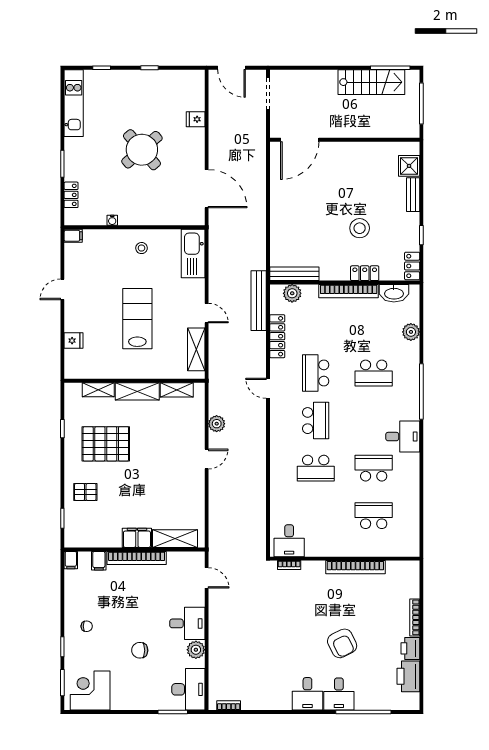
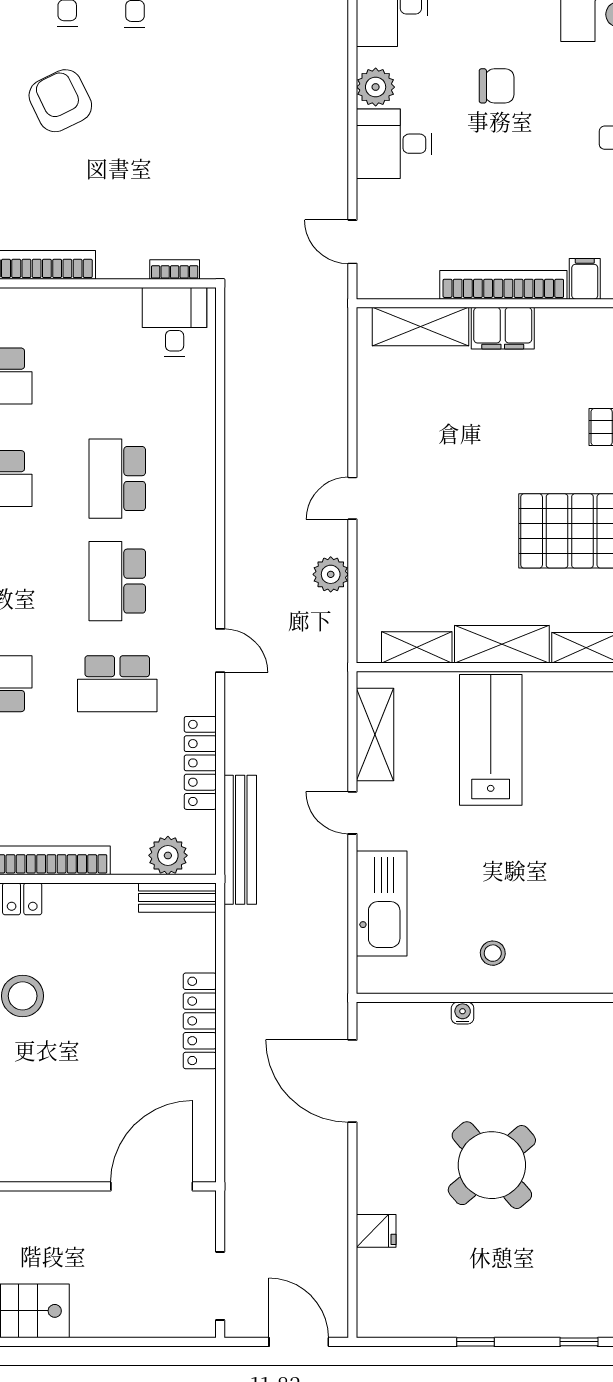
locker: (277, 217) -> (200, 1021), added
water cooler: (112, 220) -> (463, 1013), moved
kitchen sink: (193, 253) -> (382, 904), moved
bench: (294, 274) -> (177, 898), width x0.73
lab bench: (137, 319) -> (491, 740), moved, turned 180
school desk: (316, 373) -> (117, 684), turned 90
school desk: (316, 468) -> (117, 479), turned -90

